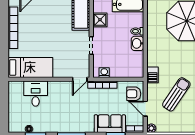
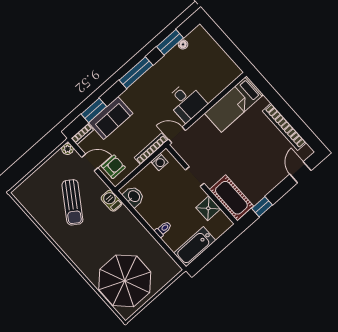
washbasin: (137, 43) -> (134, 196), moved
door: (80, 79) -> (177, 135), hinge flipped
desk: (36, 94) -> (186, 102), moved

